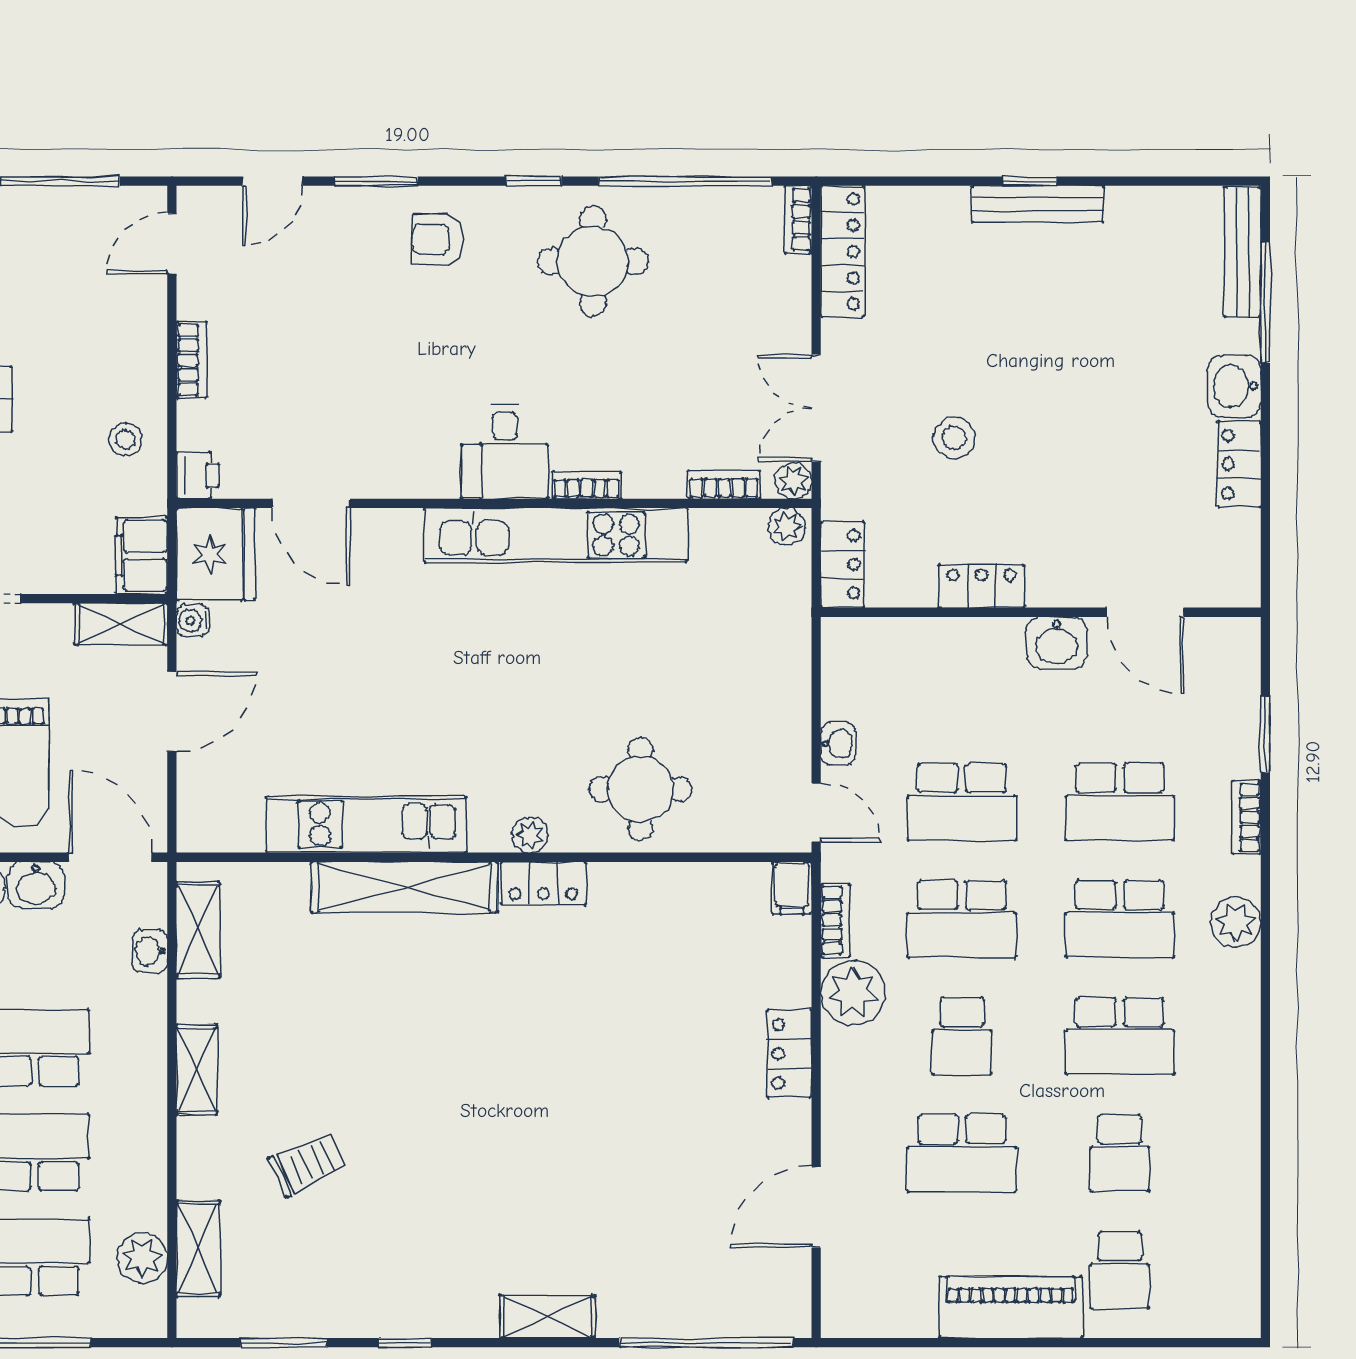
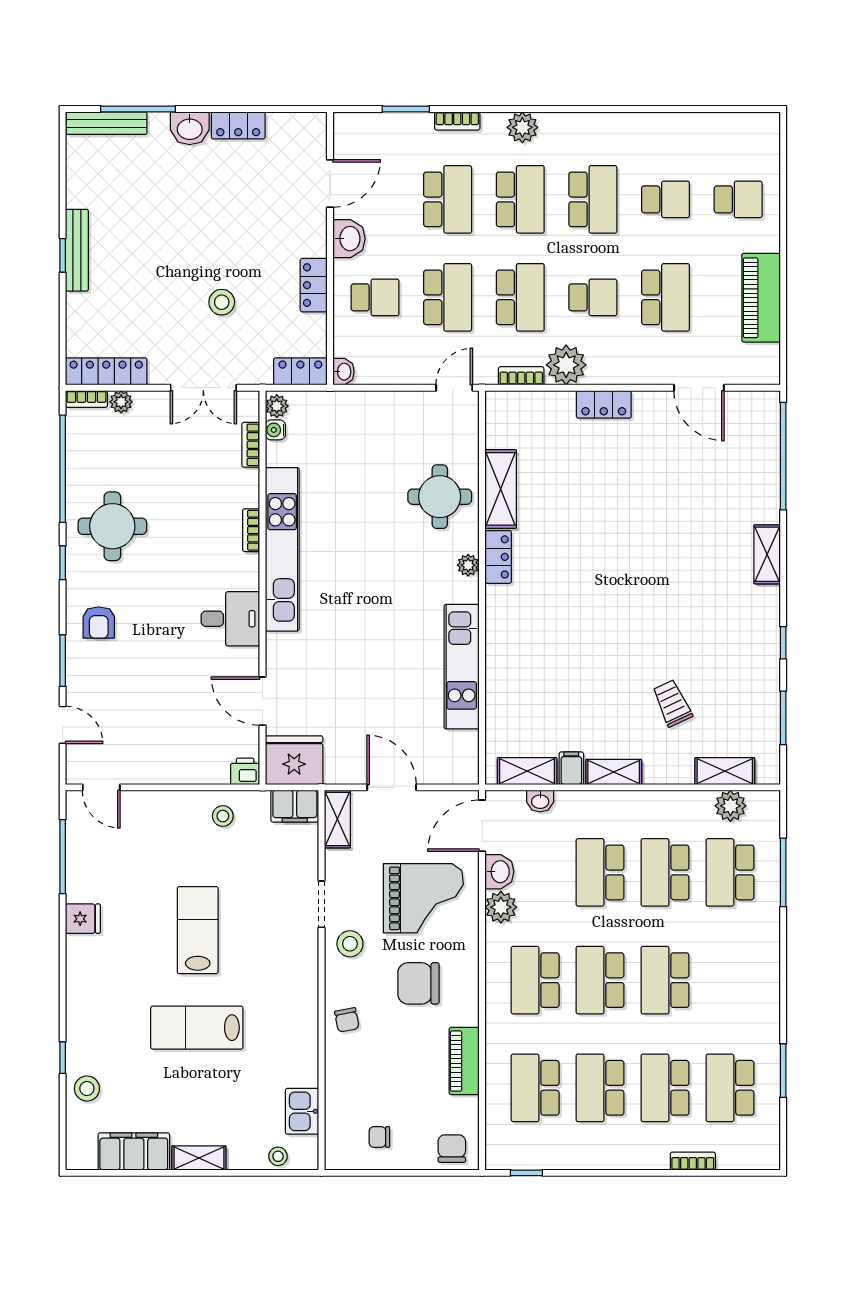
bookcase: (192, 360) -> (173, 775), removed
desk: (505, 452) -> (230, 619), moved
plant: (793, 481) -> (121, 402), moved
door: (311, 503) -> (262, 701), swing flipped
water cooler: (193, 621) -> (275, 430), moved, turned 90
school desk: (962, 685) -> (375, 297), added
washbasin: (838, 744) -> (344, 372), moved, turned 90
shelving: (404, 887) -> (501, 489), moved, width x0.68
filing cabinet: (792, 888) -> (571, 768), moved, turned -90
piano: (1010, 1307) -> (761, 298), moved

